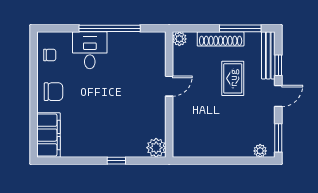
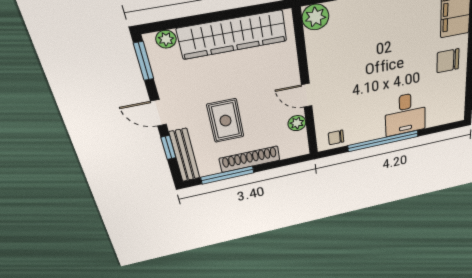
plant: (179, 39) -> (297, 123), moved
chair: (50, 55) -> (336, 137), moved
door: (169, 86) -> (307, 95), hinge flipped
door: (278, 96) -> (158, 113), hinge flipped
wardrobe: (216, 145) -> (233, 35), added

